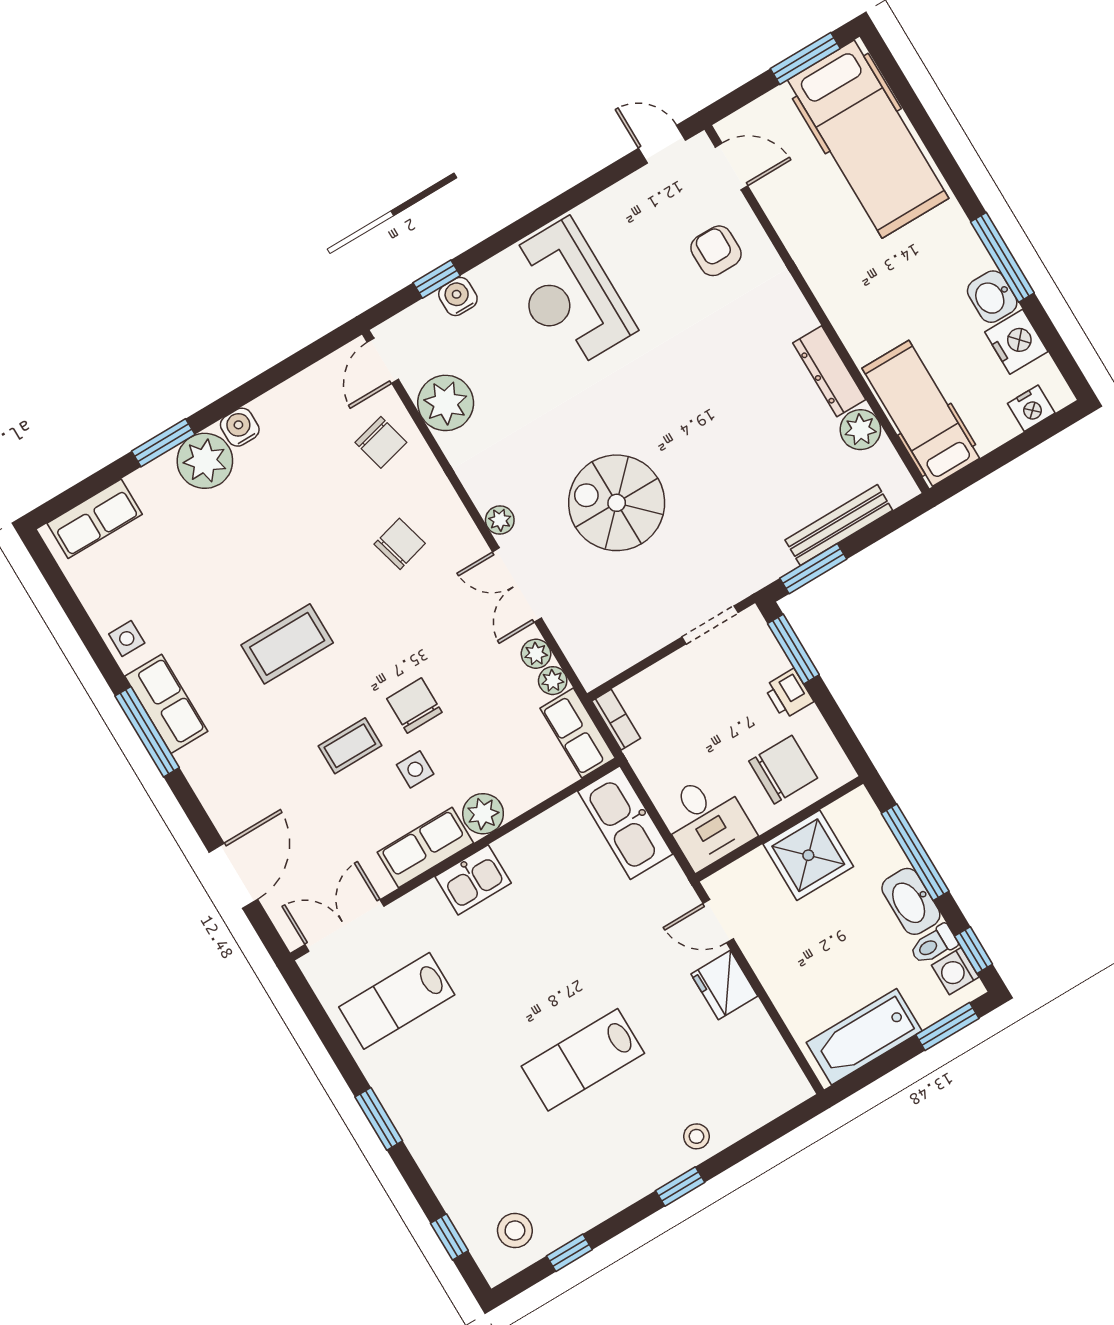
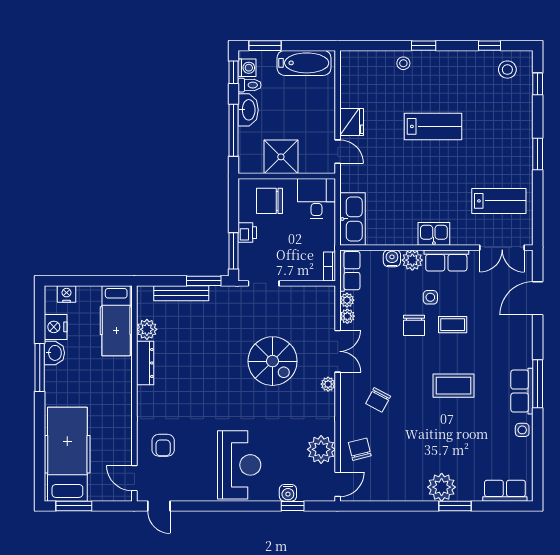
water cooler: (240, 427) -> (392, 258), moved, turned 180
chair: (400, 544) -> (378, 400), turned -47

